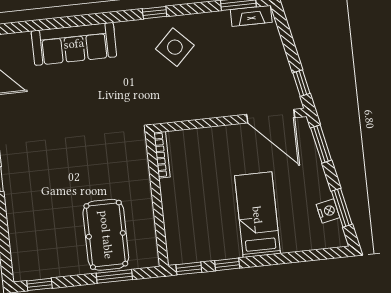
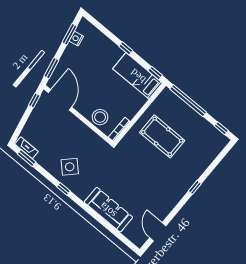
stool: (201, 146) -> (100, 117), added
bed: (257, 215) -> (138, 76), moved, turned 90
pool table: (106, 235) -> (162, 136), moved, turned 90
window: (227, 264) -> (126, 48), moved
window: (114, 276) -> (188, 101), width x2.11

